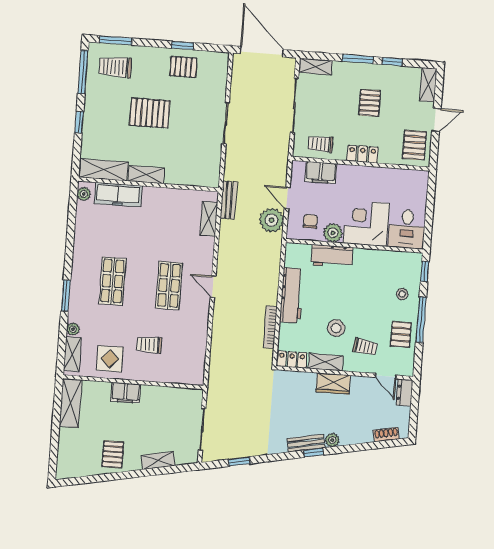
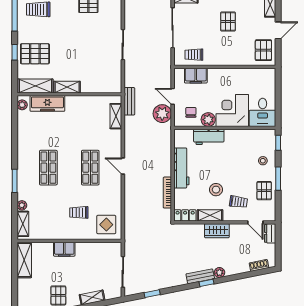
pallet: (150, 113) -> (35, 54), moved
locker: (363, 154) -> (226, 60), removed
window: (421, 320) -> (278, 179), width x0.69
display table: (110, 359) -> (106, 225), moved

